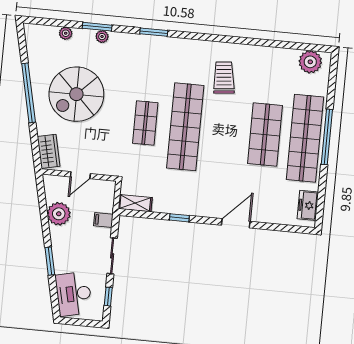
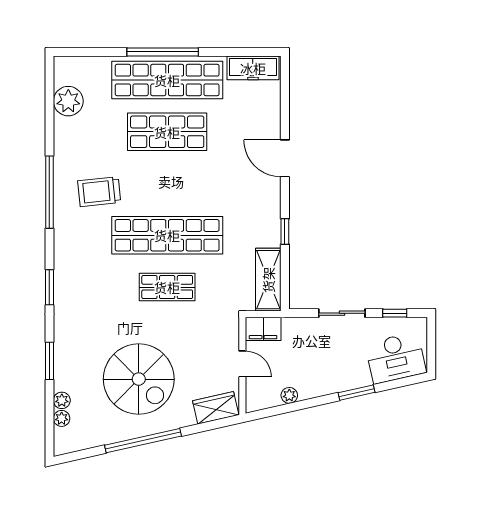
plant: (102, 37) -> (62, 418), moved
window: (227, 39) -> (49, 192), added
plant: (310, 62) -> (68, 101), moved
shelving: (135, 203) -> (268, 280), width x1.50, depth x1.33
freezer: (308, 205) -> (253, 68), width x1.40
plant: (59, 214) -> (289, 395), width x0.53, depth x0.53
filing cabinet: (103, 220) -> (263, 329), moved, width x2.00

